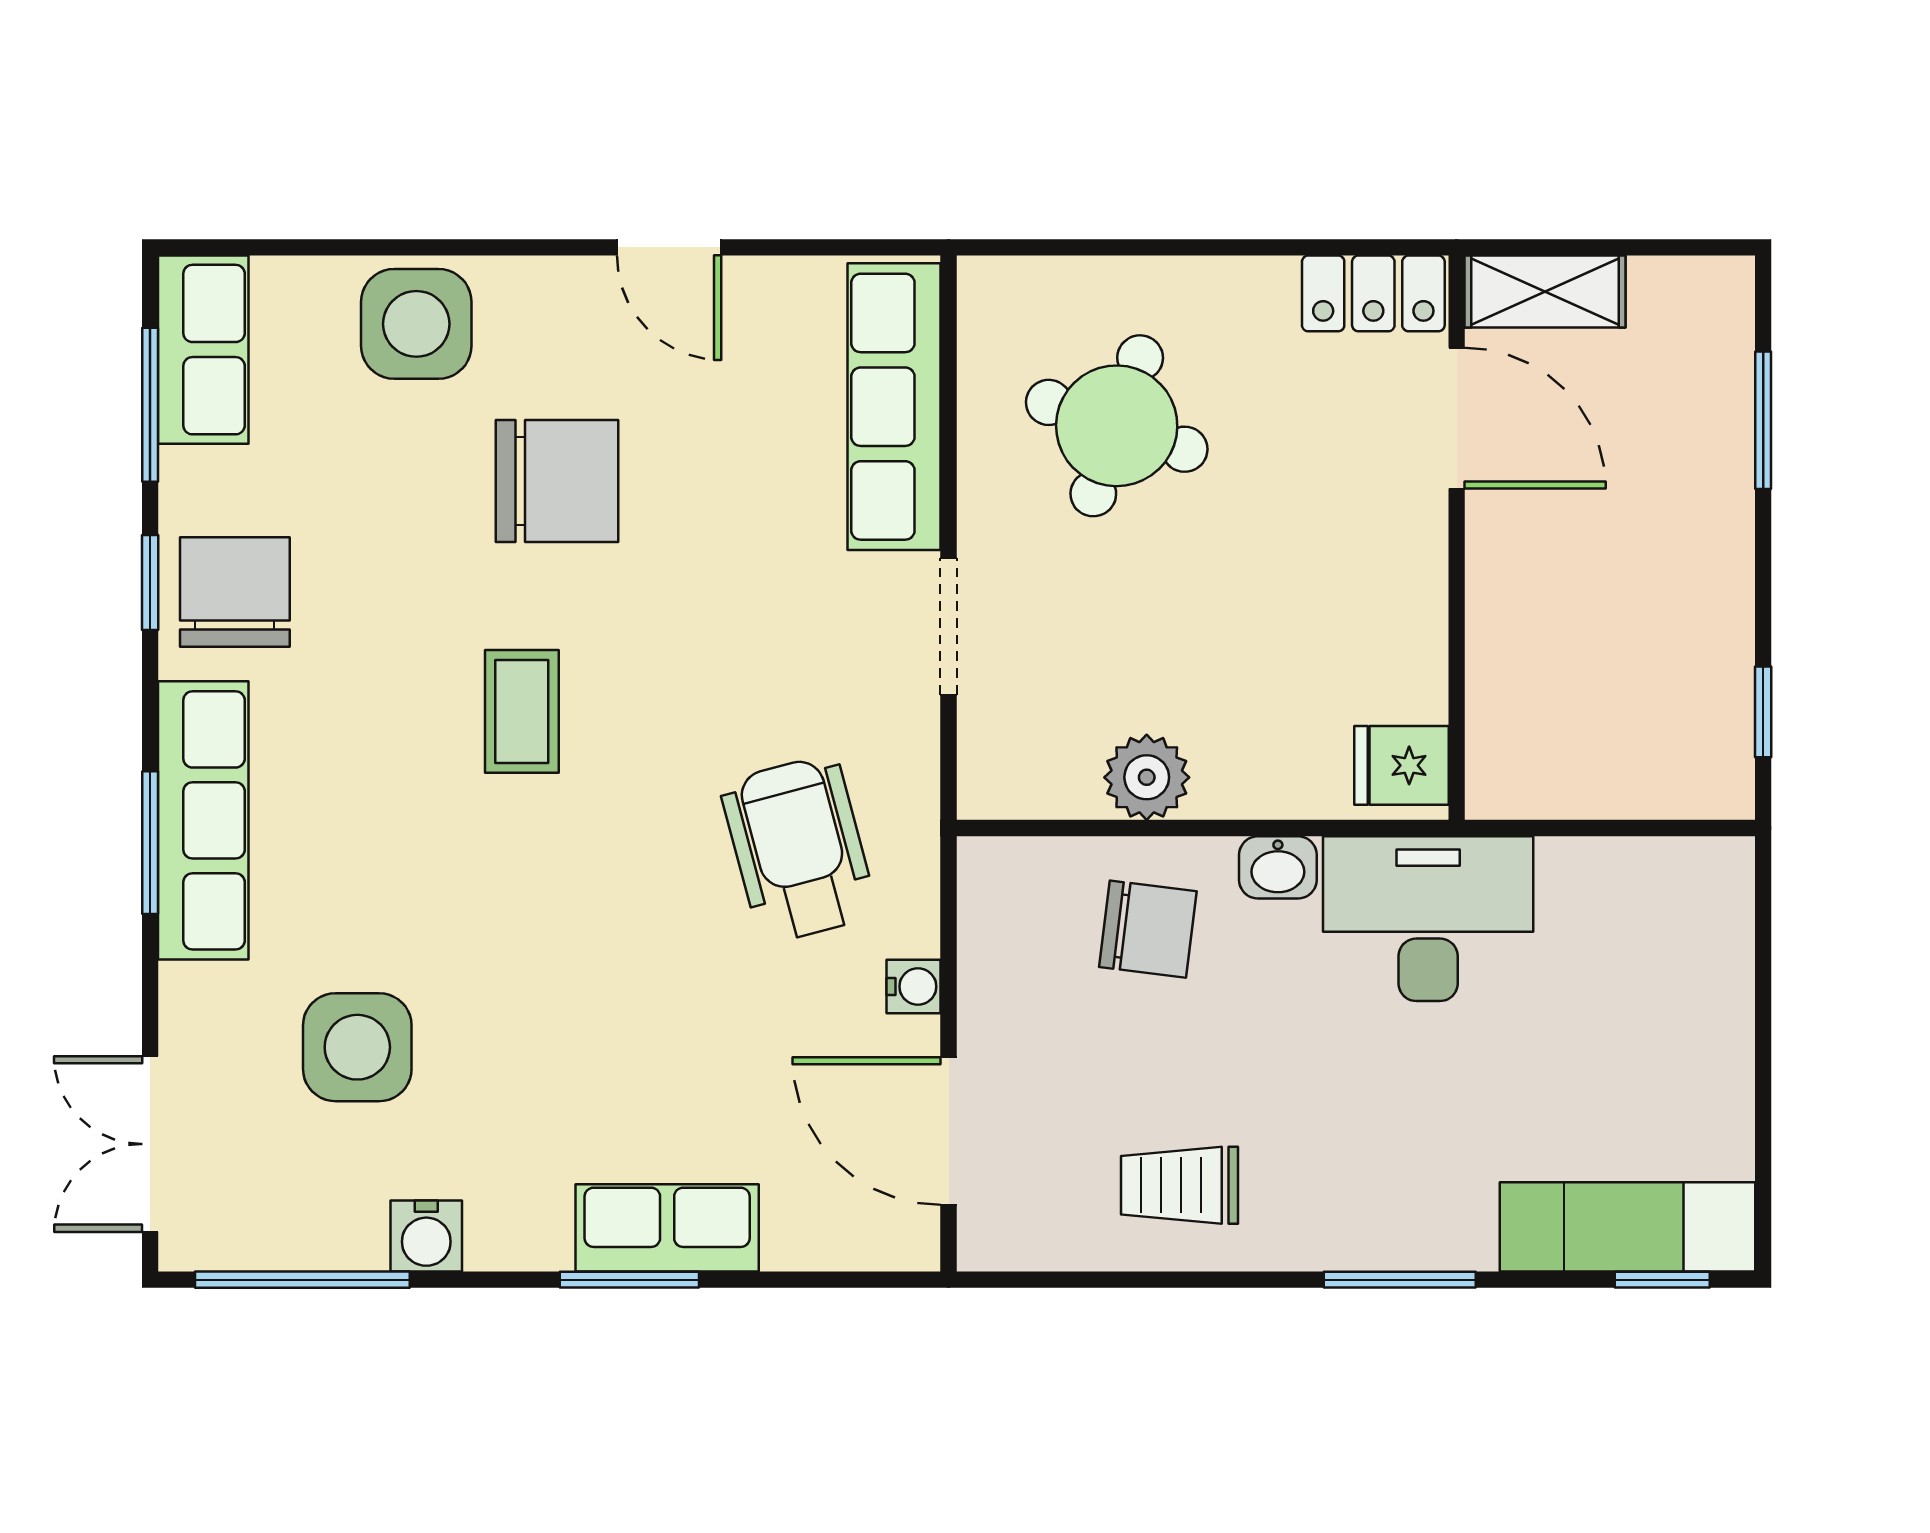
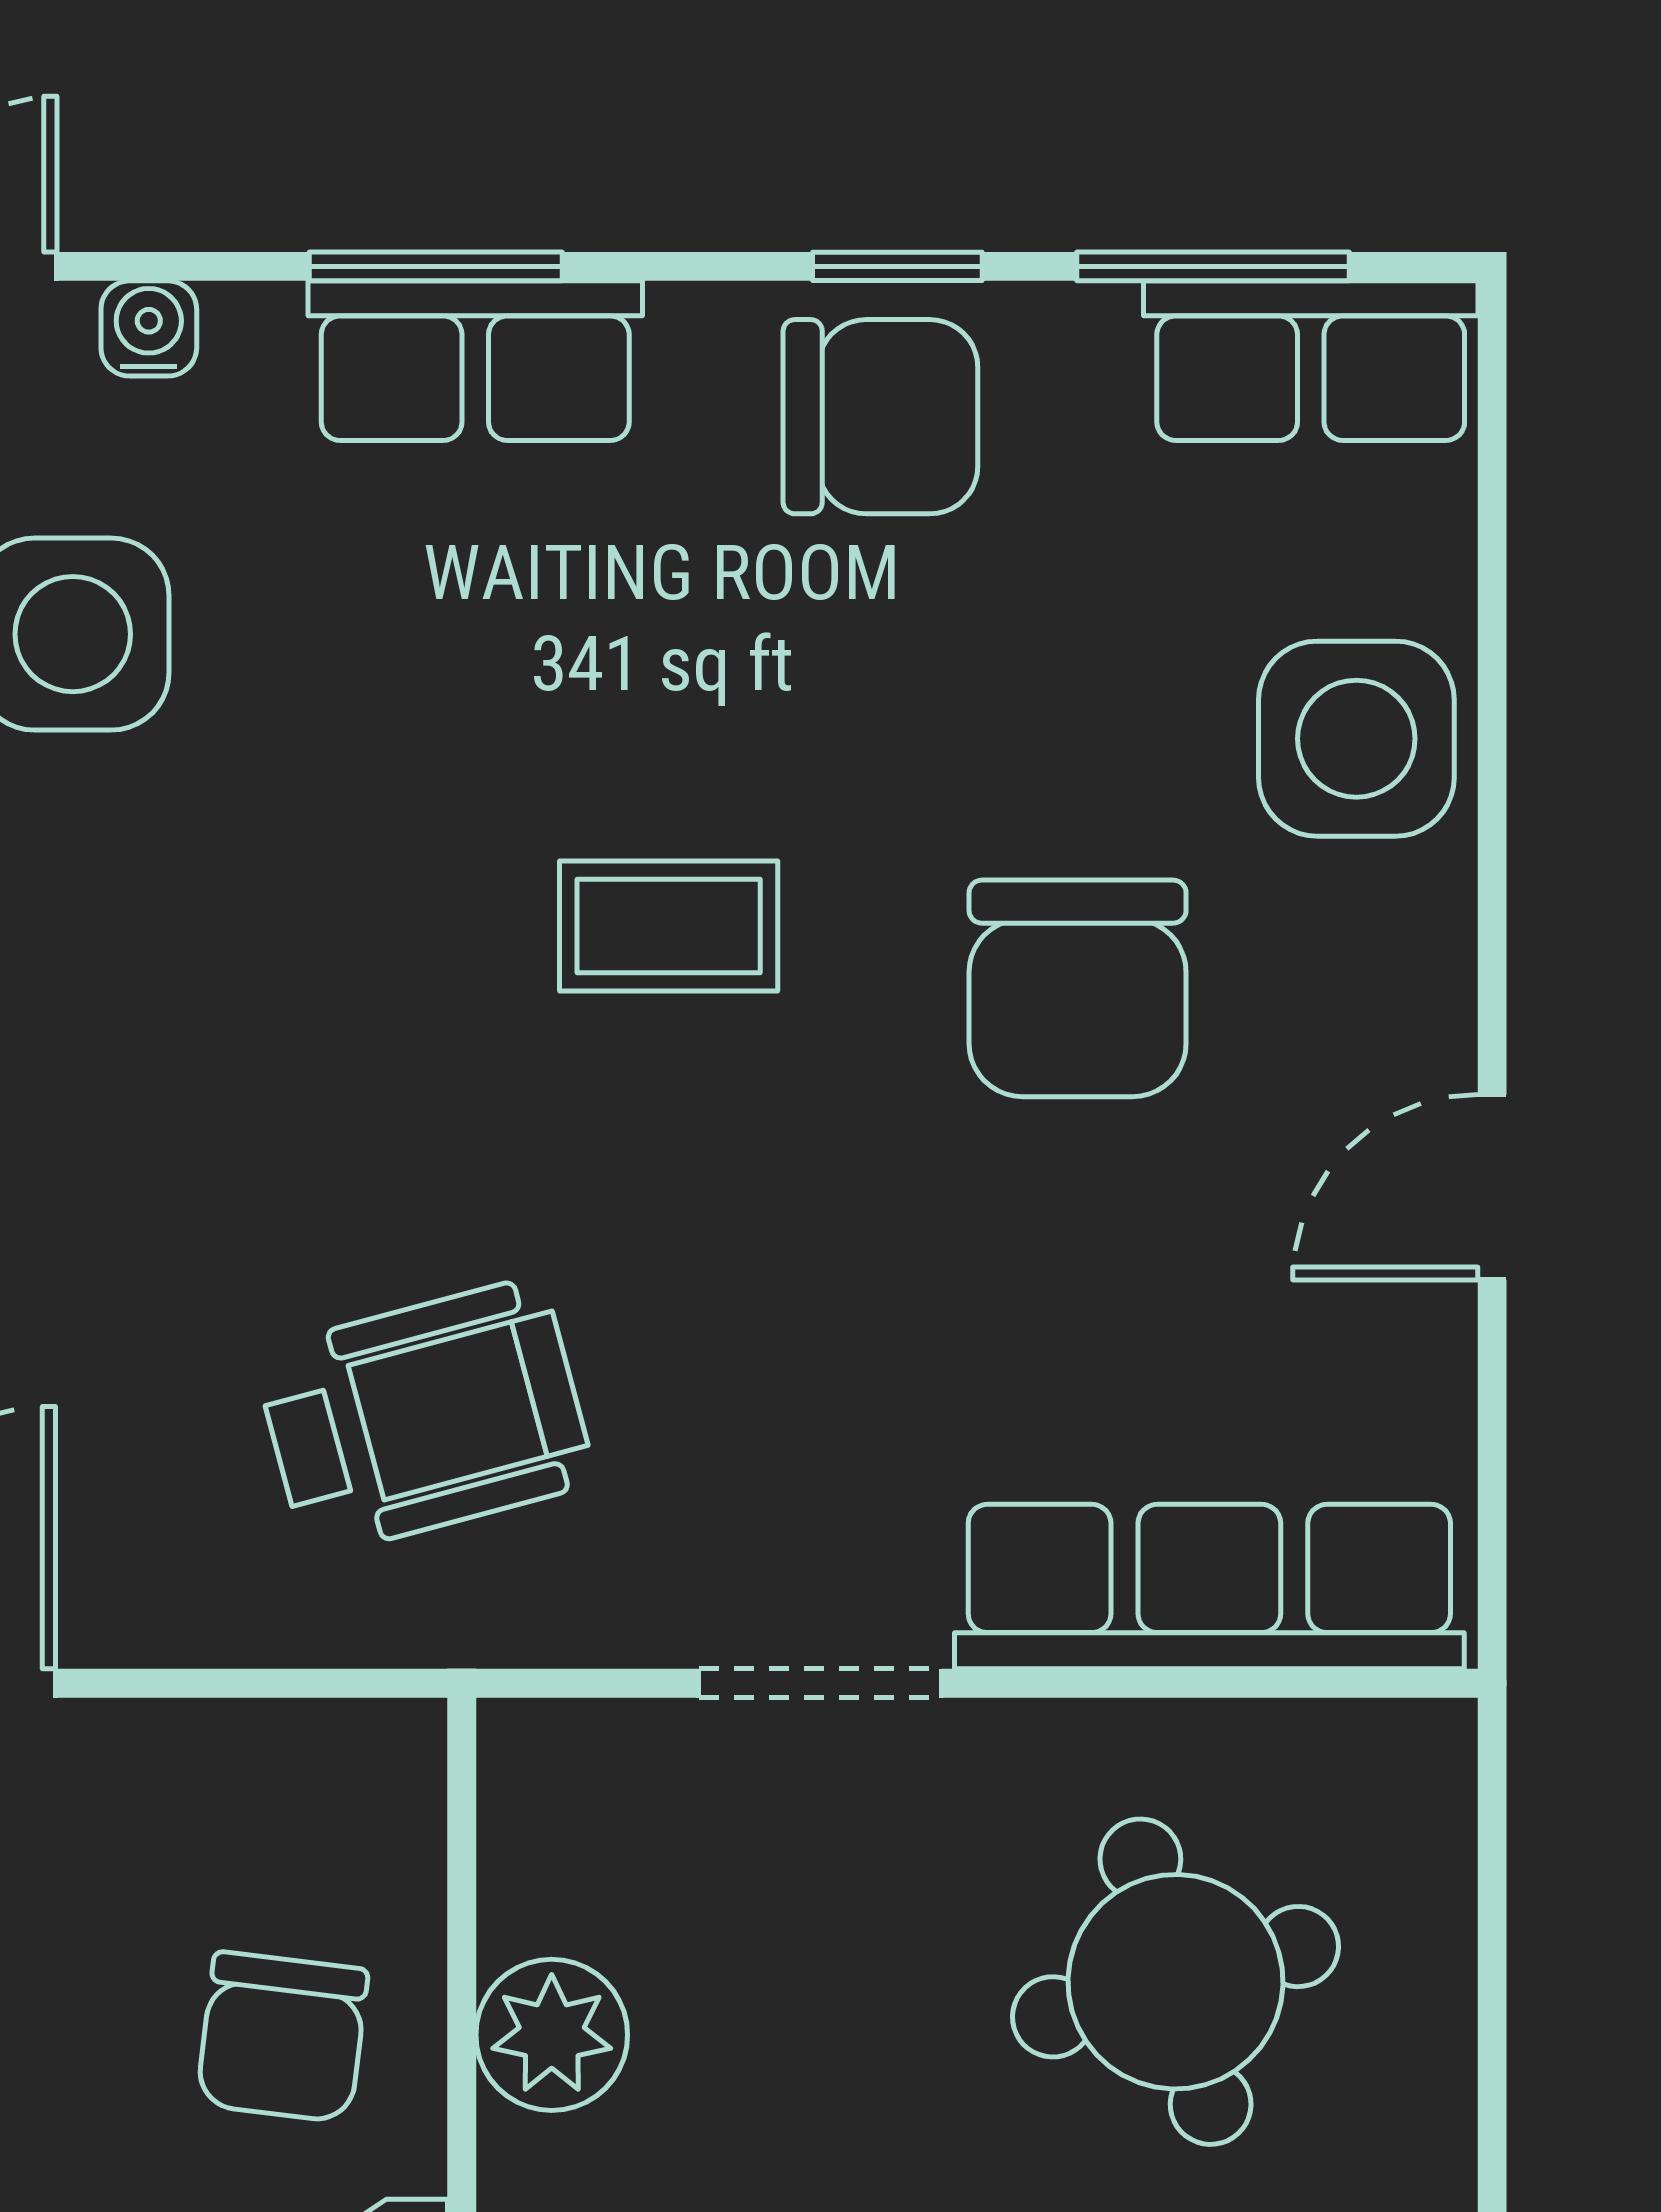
round table: (1117, 426) -> (1175, 1982), turned -35
row of seats: (203, 820) -> (475, 361), width x0.68
water cooler: (914, 987) -> (149, 328), moved, turned 180

